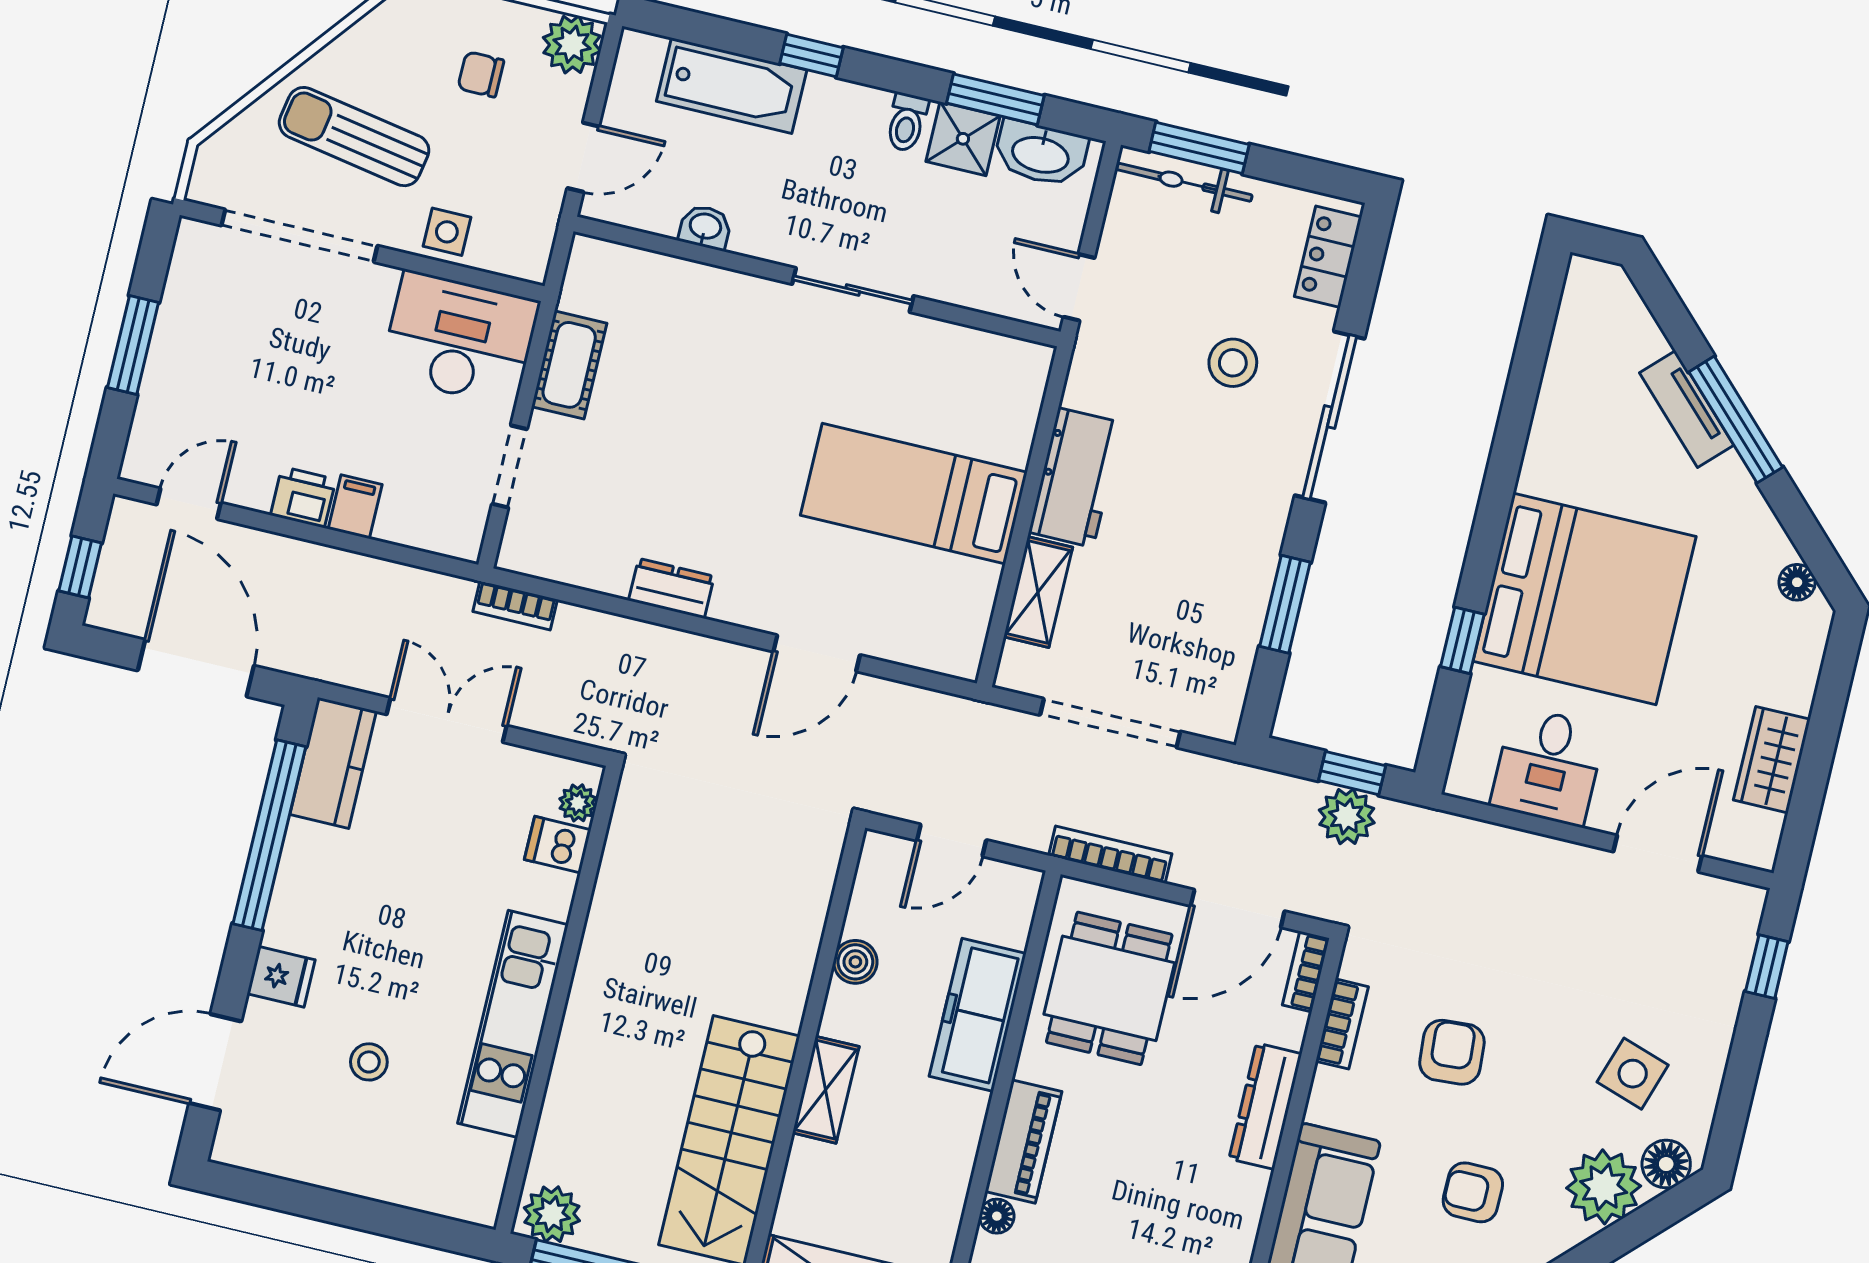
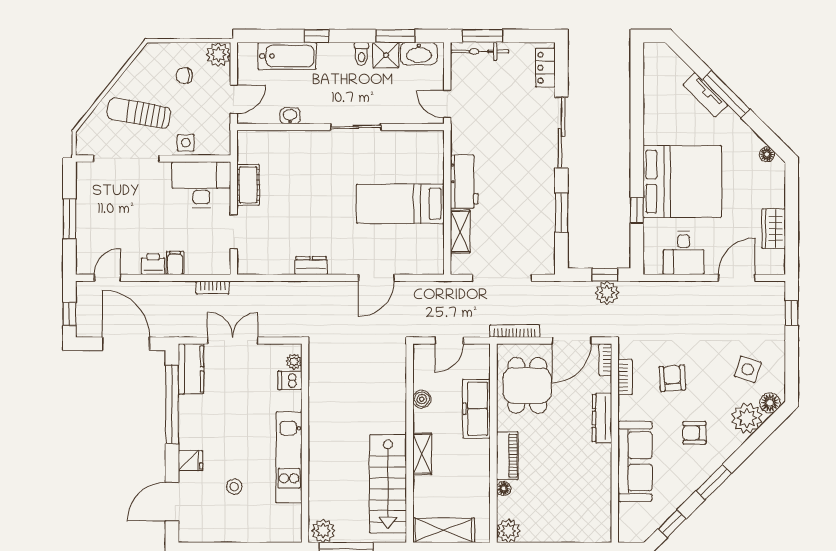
stool: (1233, 363) -> (517, 120), removed
bookcase: (515, 605) -> (213, 288), moved

